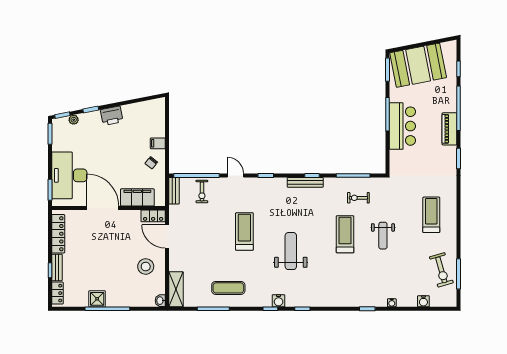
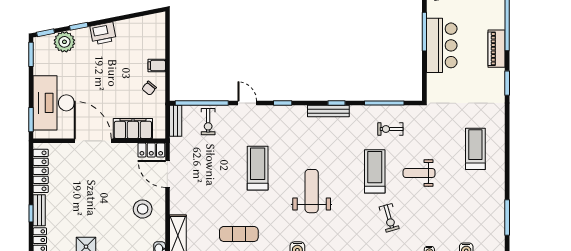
plant: (74, 120) -> (64, 42), width x1.88, depth x1.88
weight bench: (383, 236) -> (419, 173), turned 90
exercise bike: (441, 270) -> (389, 218), moved, width x0.73, depth x0.72

